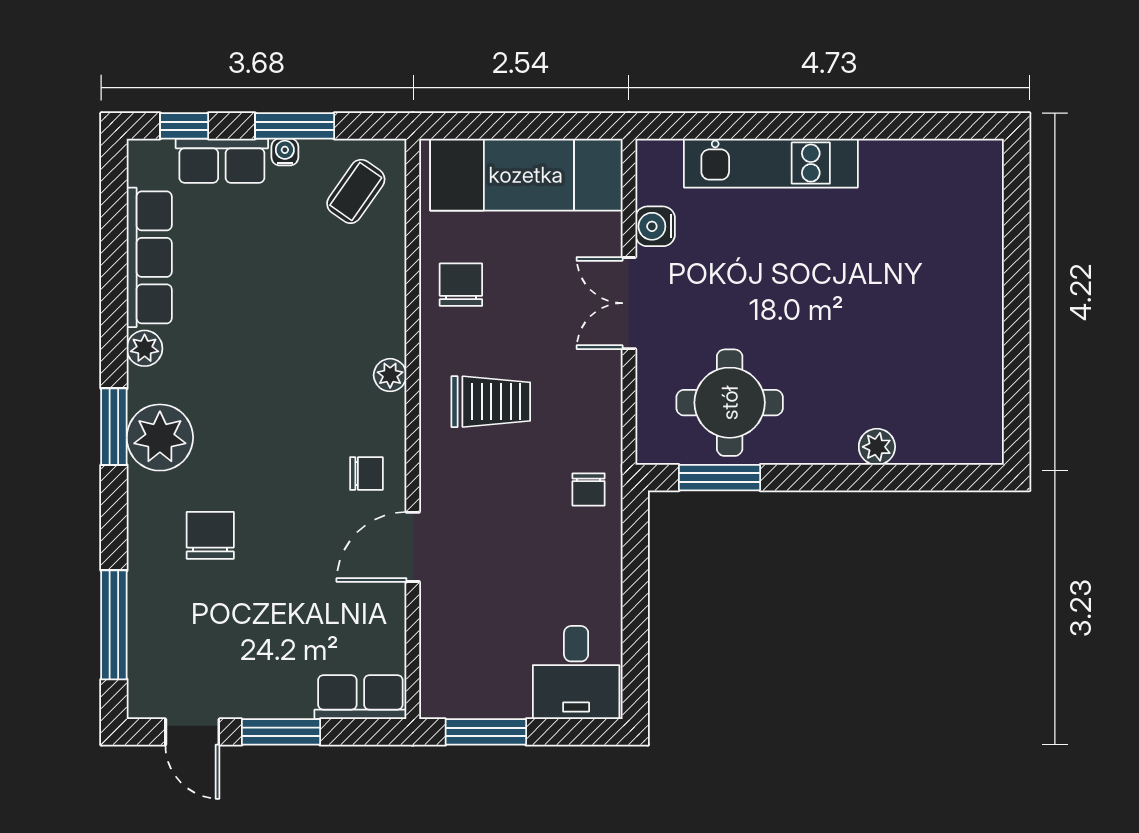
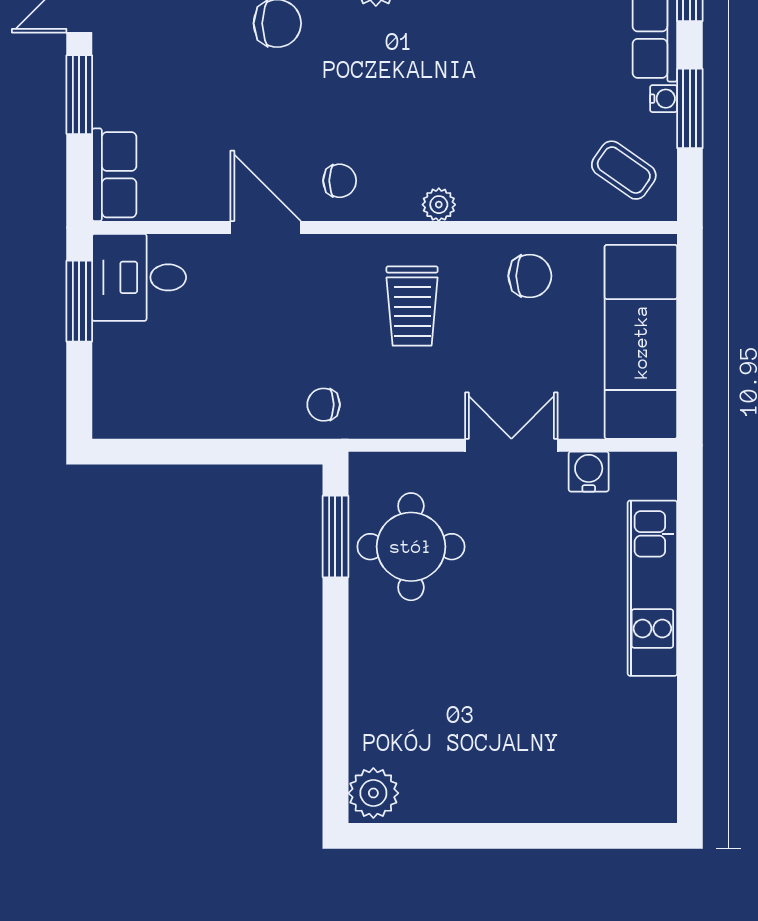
plant: (877, 447) -> (373, 793), moved, width x1.38, depth x1.38
chair: (366, 473) -> (340, 181), turned -90
desk: (576, 673) -> (139, 277), moved

